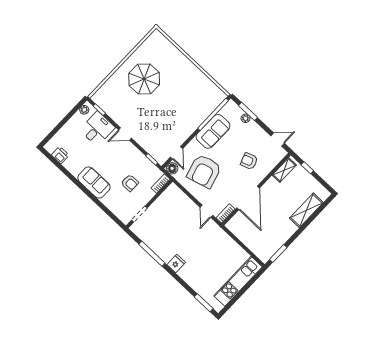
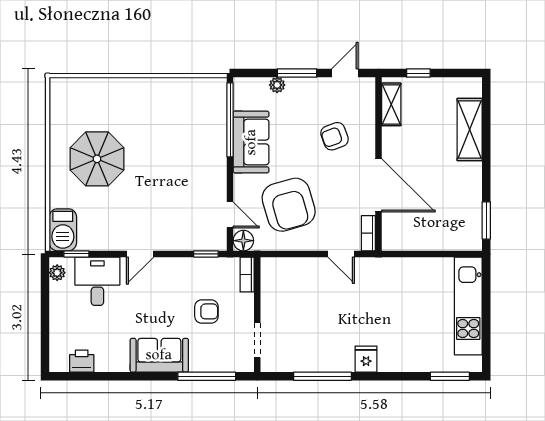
barbecue: (103, 95) -> (63, 230), added
window: (248, 111) -> (297, 73), moved
window: (105, 209) -> (207, 376), added

